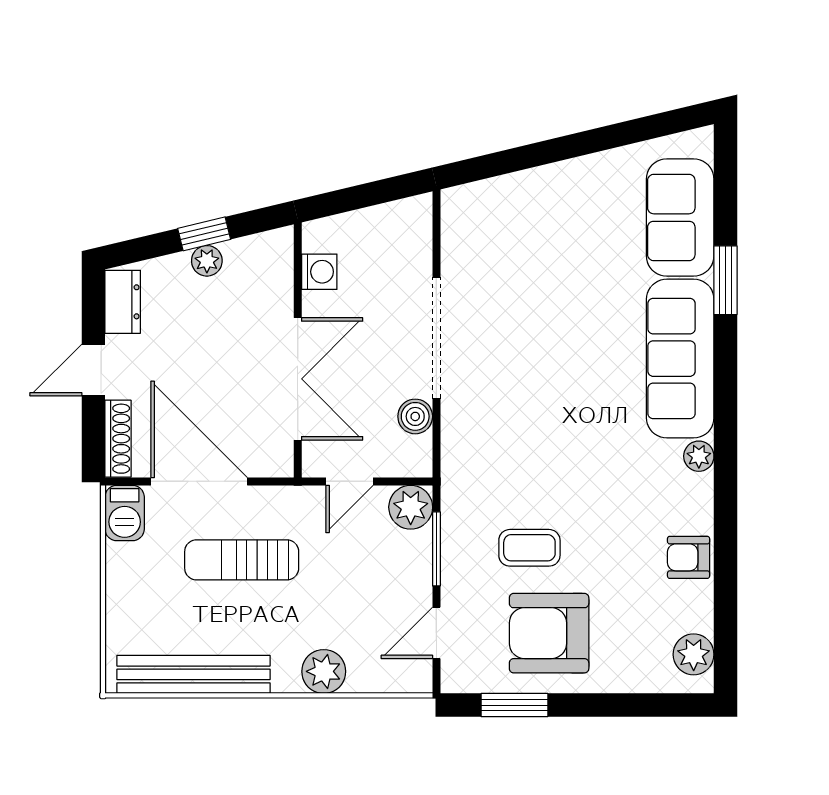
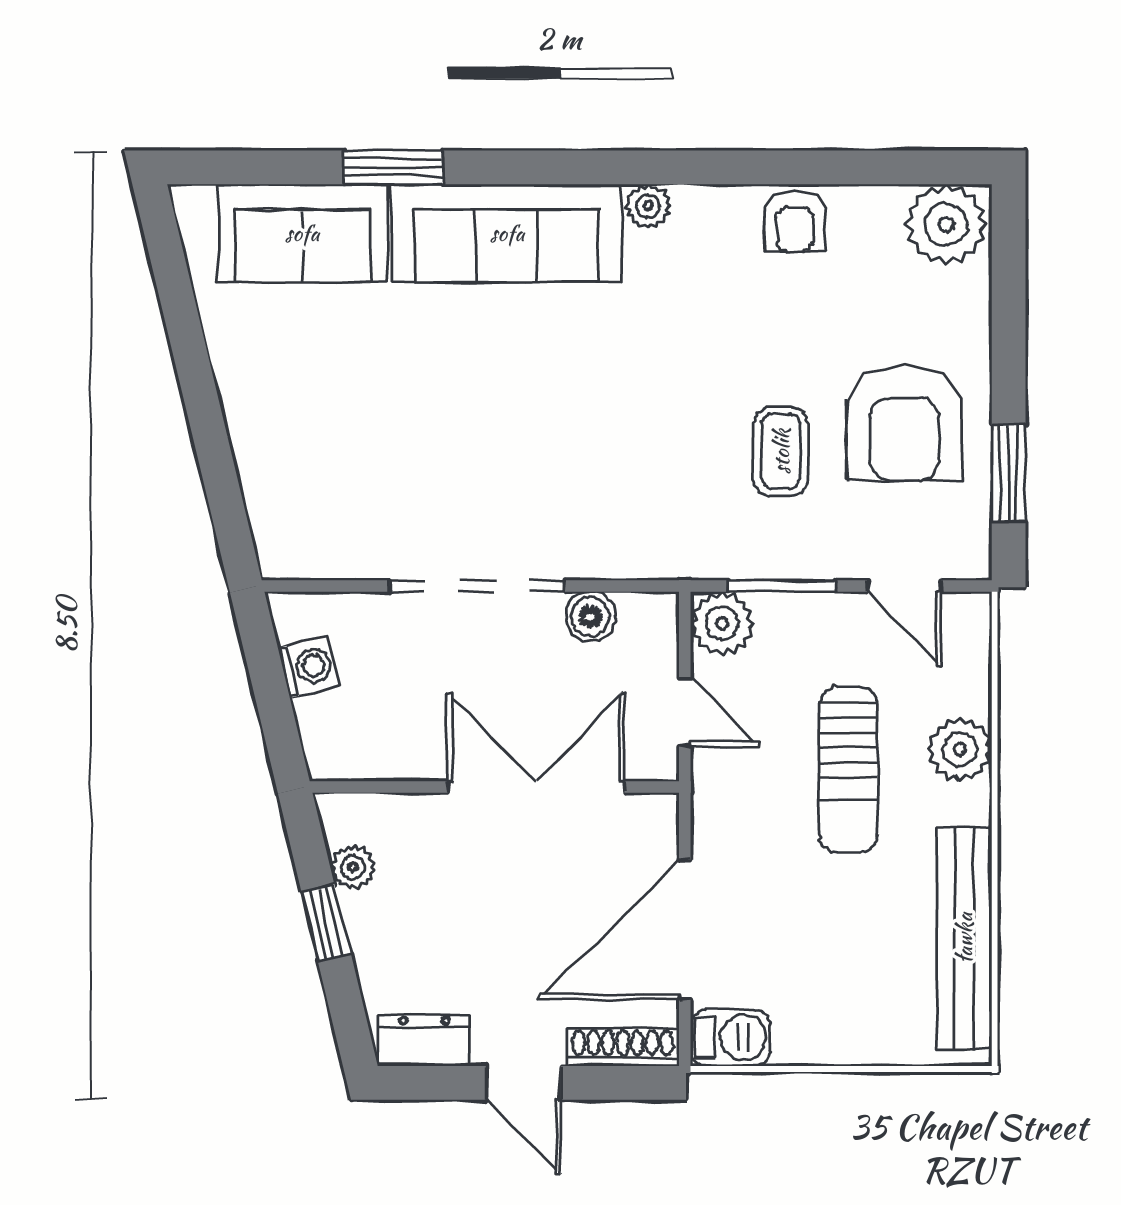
plant: (207, 261) -> (353, 867), moved
washing machine: (319, 272) -> (309, 667), moved, turned 77
sun lounger: (242, 560) -> (848, 770), moved
plant: (694, 654) -> (946, 224), width x1.36, depth x1.36

